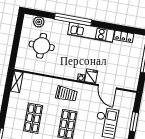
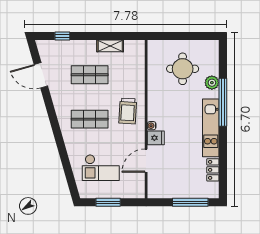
plant: (39, 22) -> (212, 83), moved
shelving: (17, 82) -> (110, 46), moved

